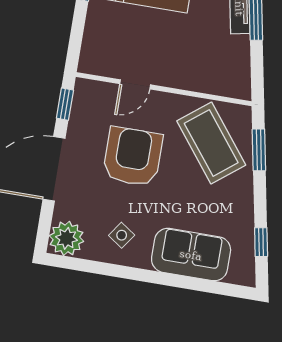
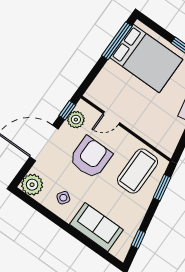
plant: (84, 112) -> (76, 120), added
coffee table: (211, 143) -> (138, 171), turned 38

